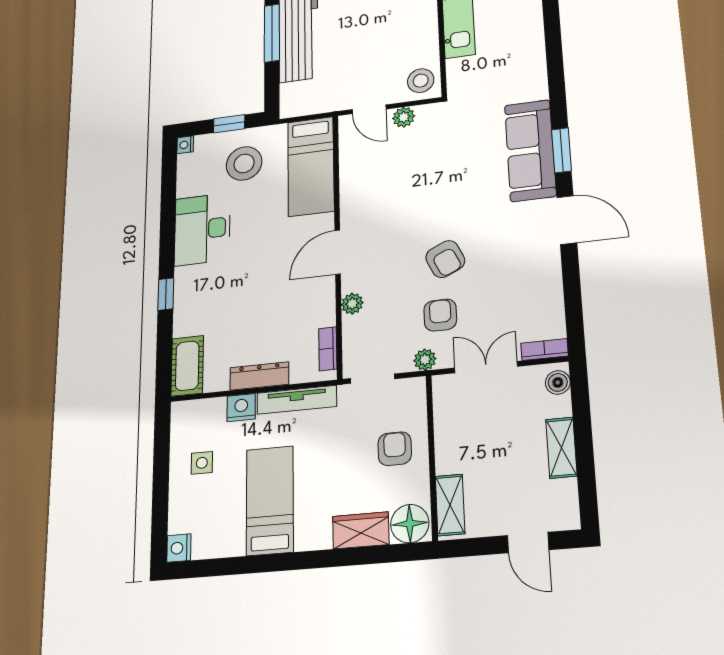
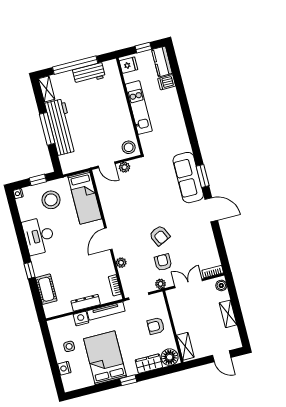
cot: (187, 366) -> (46, 289), moved
armchair: (395, 449) -> (156, 326), turned -90
bed: (270, 500) -> (105, 358), width x1.50
nightstand: (179, 548) -> (64, 368), moved
window: (307, 560) -> (128, 380), added

